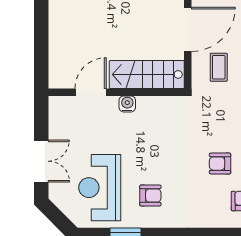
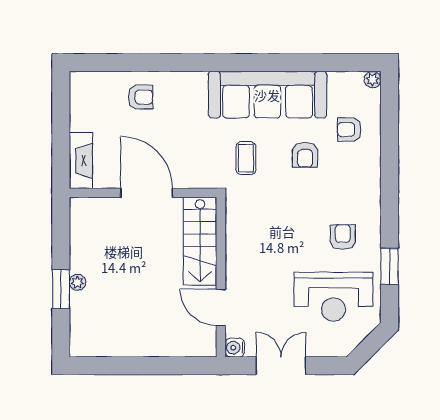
coffee table: (219, 67) -> (246, 158), moved, turned 90
water cooler: (127, 104) -> (235, 348), moved
double door: (41, 161) -> (281, 366), moved

